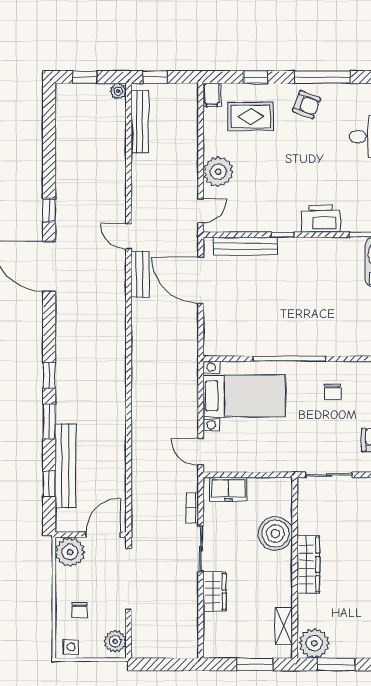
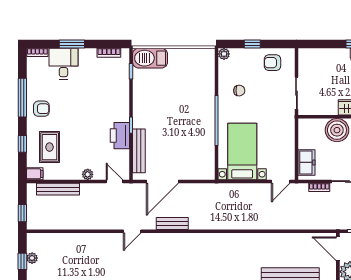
plant: (118, 91) -> (32, 258), moved
armchair: (306, 105) -> (41, 109), turned 69
bench: (140, 122) -> (58, 189), moved
plant: (218, 172) -> (88, 174), width x0.53, depth x0.53
printer: (321, 219) -> (120, 136), moved
bench: (140, 274) -> (172, 224), moved

